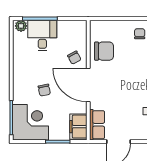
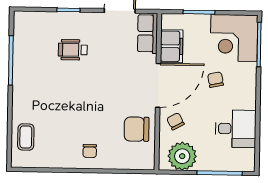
plant: (21, 26) -> (182, 156), moved, width x1.87, depth x1.87
desk: (42, 35) -> (236, 129), moved, turned -90
door: (88, 85) -> (158, 85), hinge flipped
filing cabinet: (78, 127) -> (172, 46), moved

